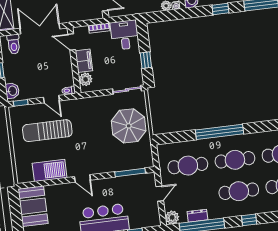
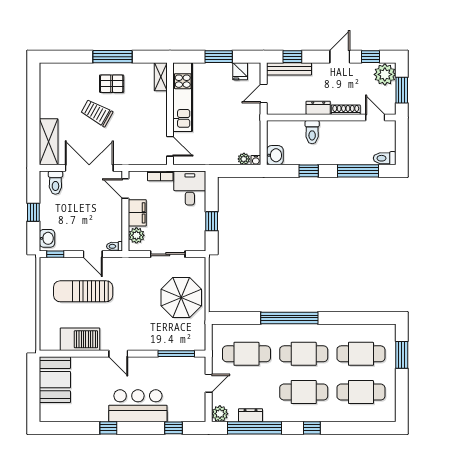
sliding door: (127, 90) -> (168, 254), moved

